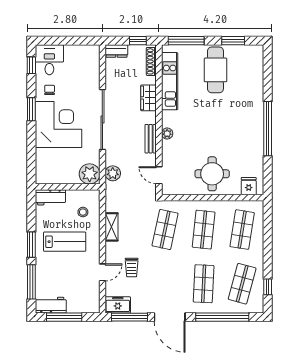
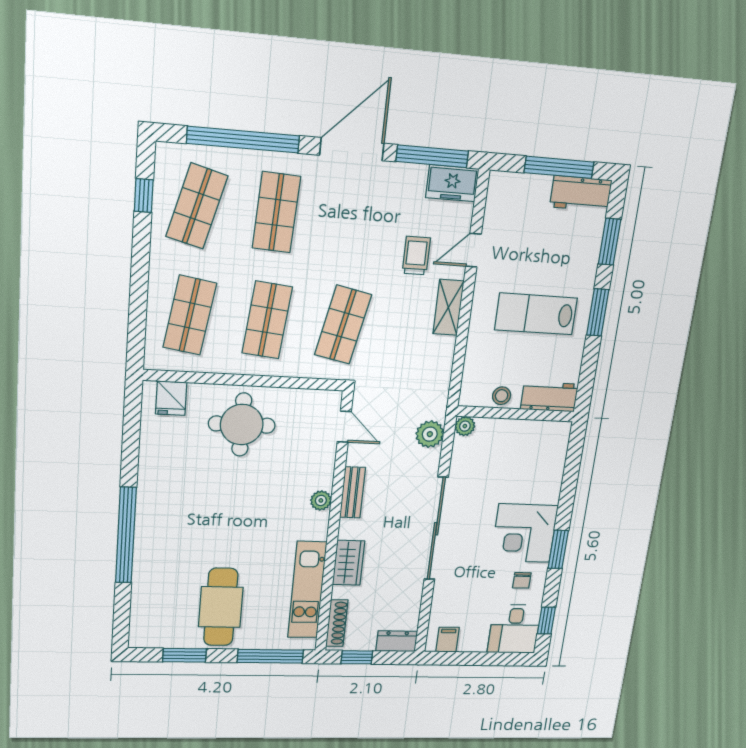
filing cabinet: (87, 52) -> (447, 640), added
corner desk: (59, 125) -> (524, 533), width x0.74, depth x0.74
window: (268, 129) -> (126, 535), moved
plant: (90, 174) -> (465, 426), width x0.53, depth x0.53
stool: (83, 212) -> (502, 396), moved
shelving: (112, 227) -> (448, 307), moved
window: (31, 282) -> (610, 242), width x0.69
door: (170, 317) -> (352, 149), hinge flipped

